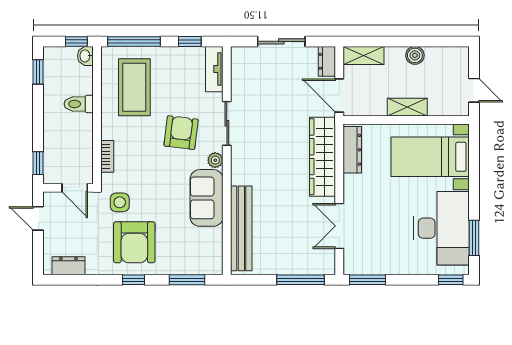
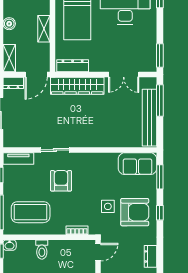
armchair: (181, 133) -> (61, 181), turned 83
plant: (215, 160) -> (80, 158), removed
sofa: (207, 198) -> (137, 164), moved
side table: (120, 202) -> (108, 206), moved
bench: (241, 228) -> (150, 118), moved, turned 90

